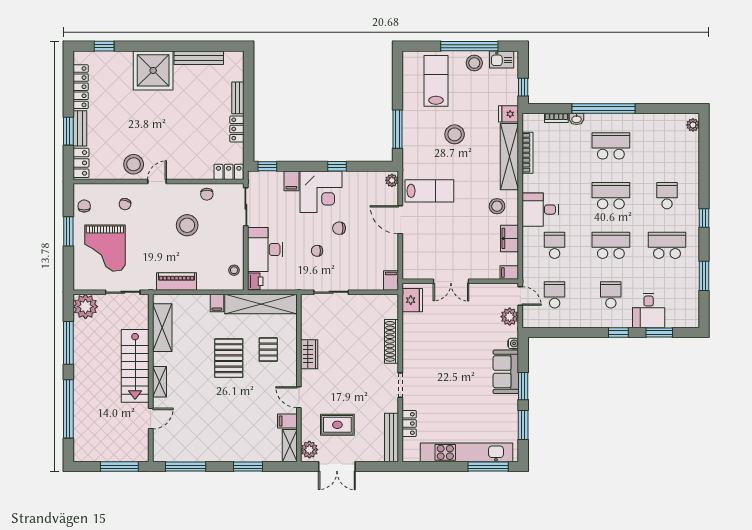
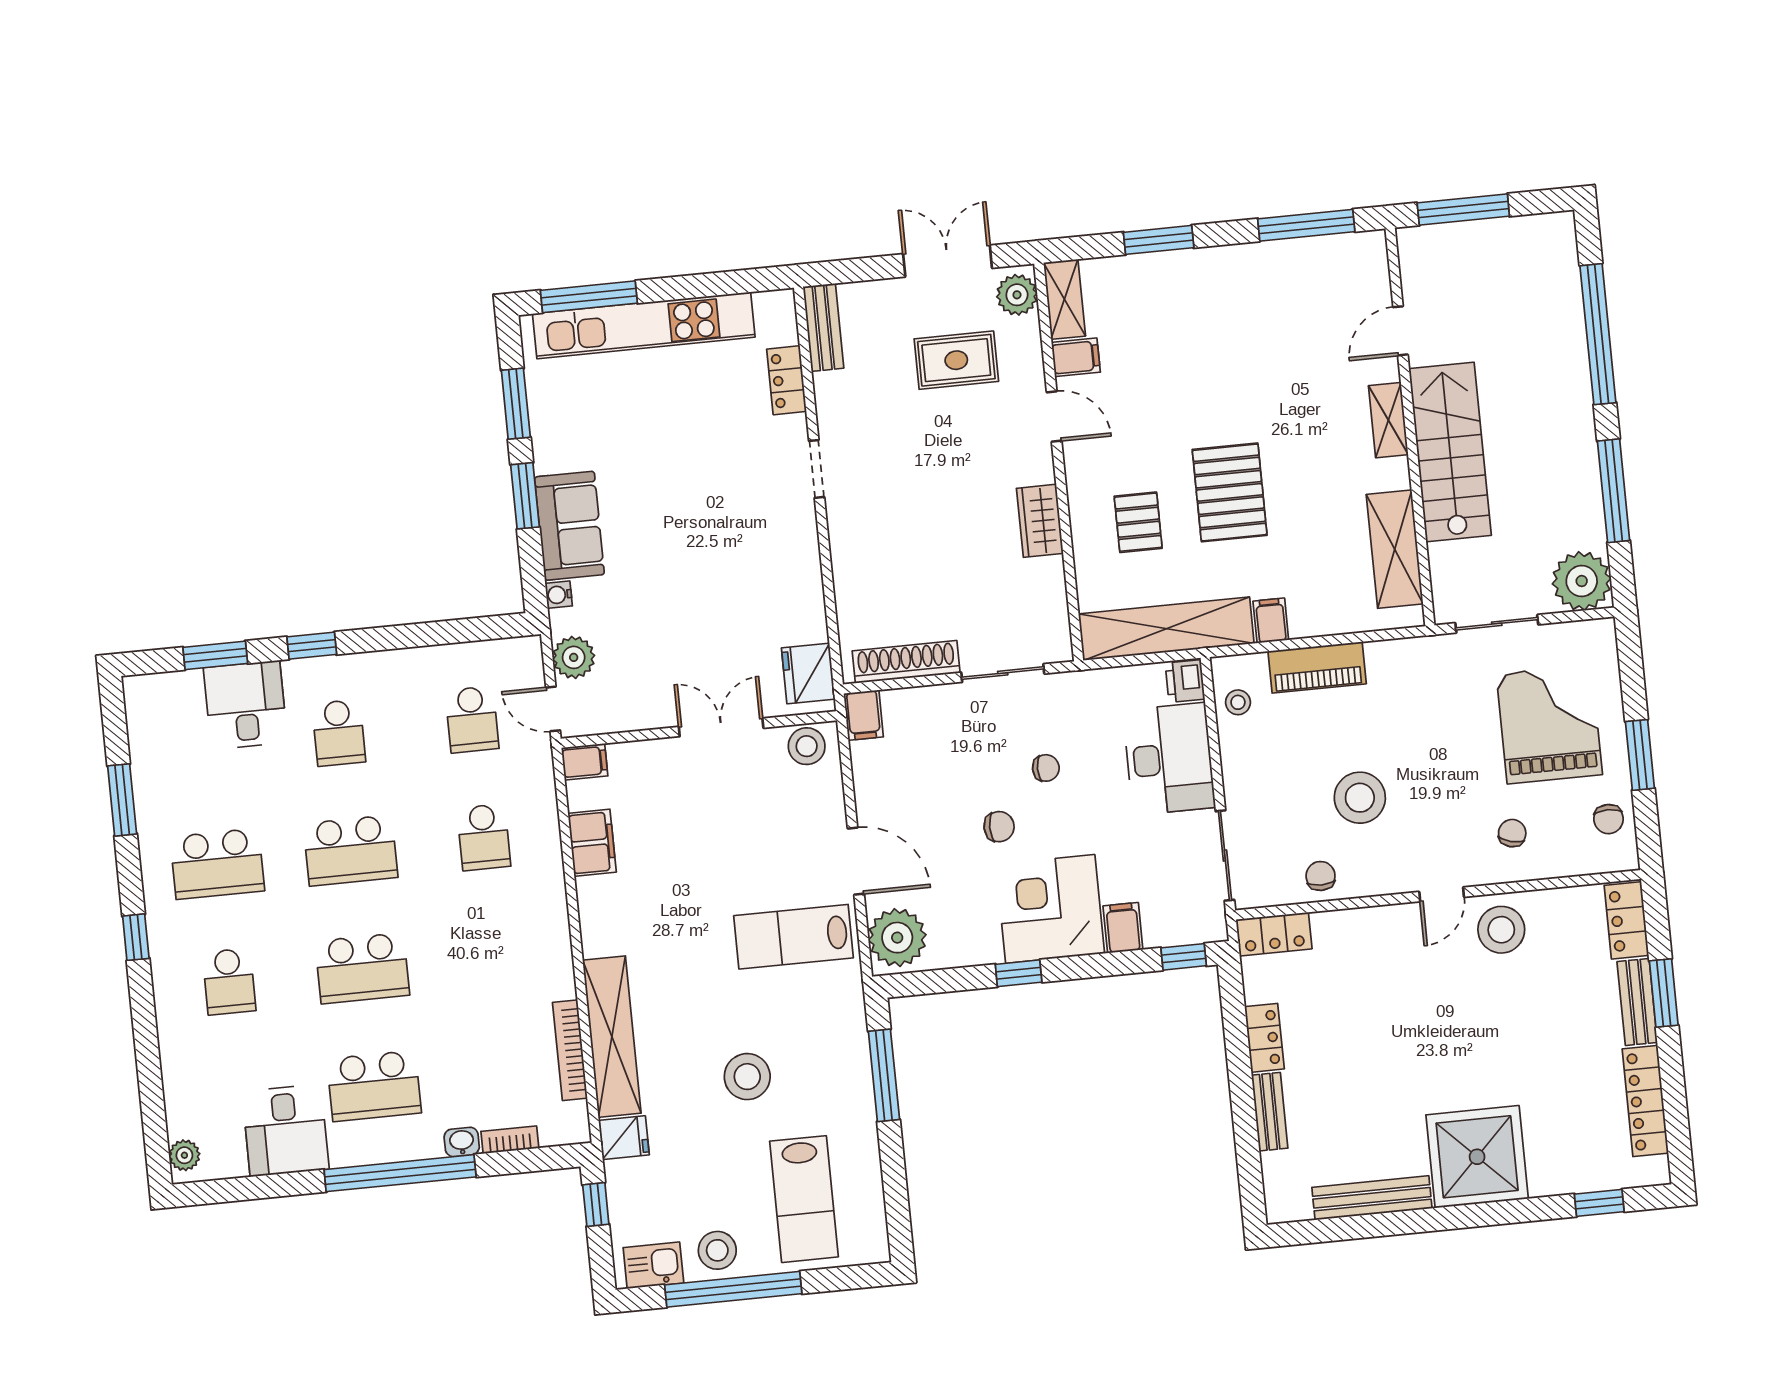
plant: (392, 180) -> (897, 938), width x1.87, depth x1.87
stool: (497, 206) -> (807, 746), moved
desk: (540, 210) -> (286, 1130), moved, turned 90
piano: (176, 281) -> (1317, 667), moved
shoe rack: (392, 341) -> (906, 662), moved, turned -90
bench: (392, 438) -> (823, 327), width x0.73

